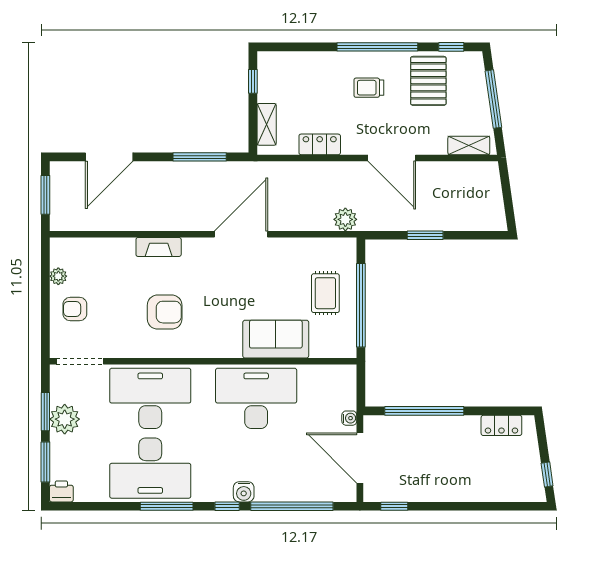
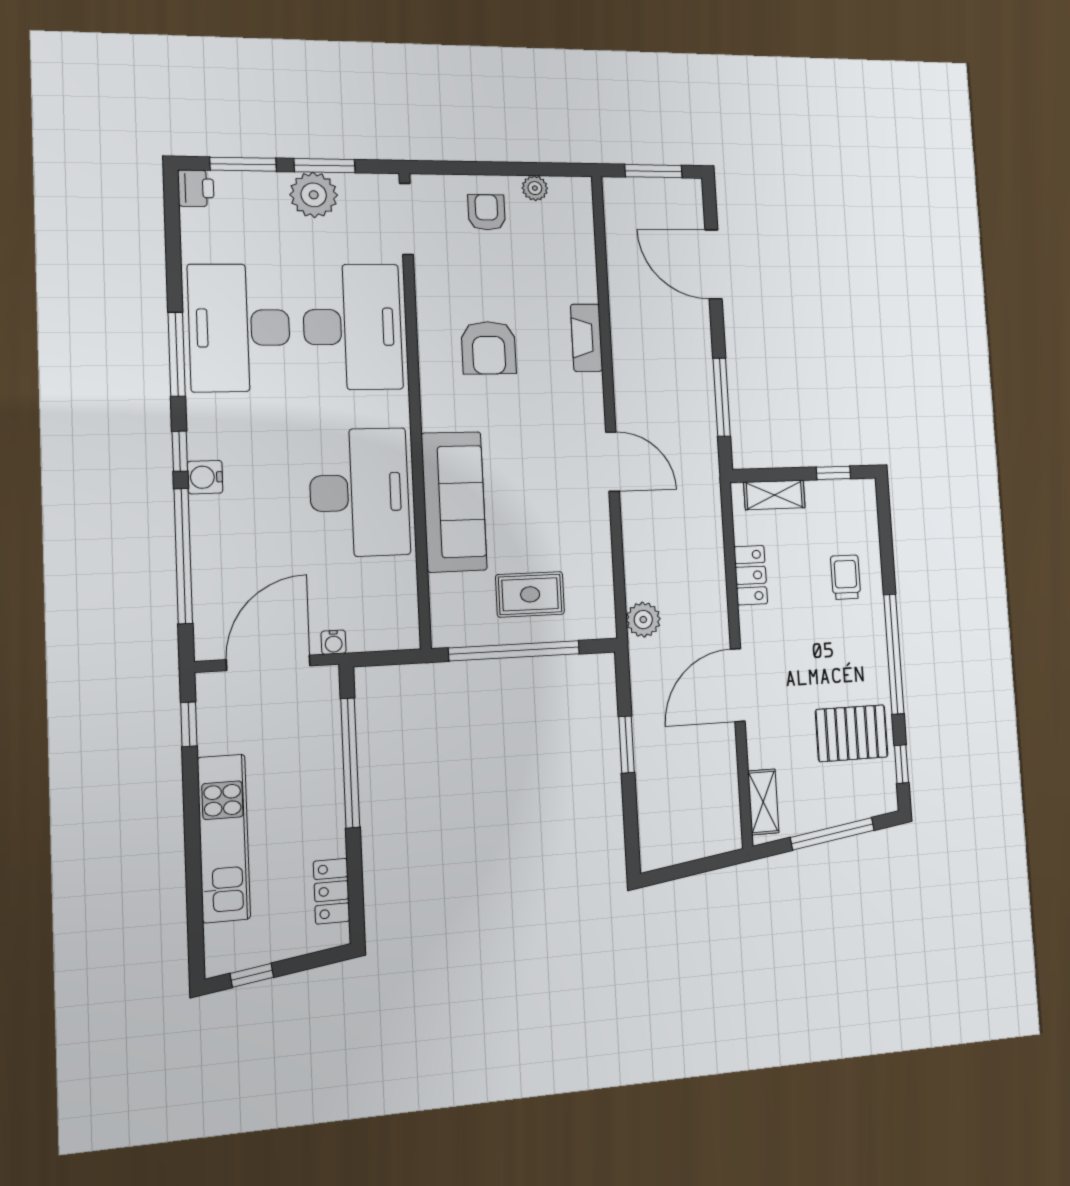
trolley: (369, 88) -> (846, 577), moved
door: (241, 234) -> (612, 462), width x0.73
sofa: (276, 339) -> (454, 502), width x1.36
kitchen unit: (464, 488) -> (224, 838), added

